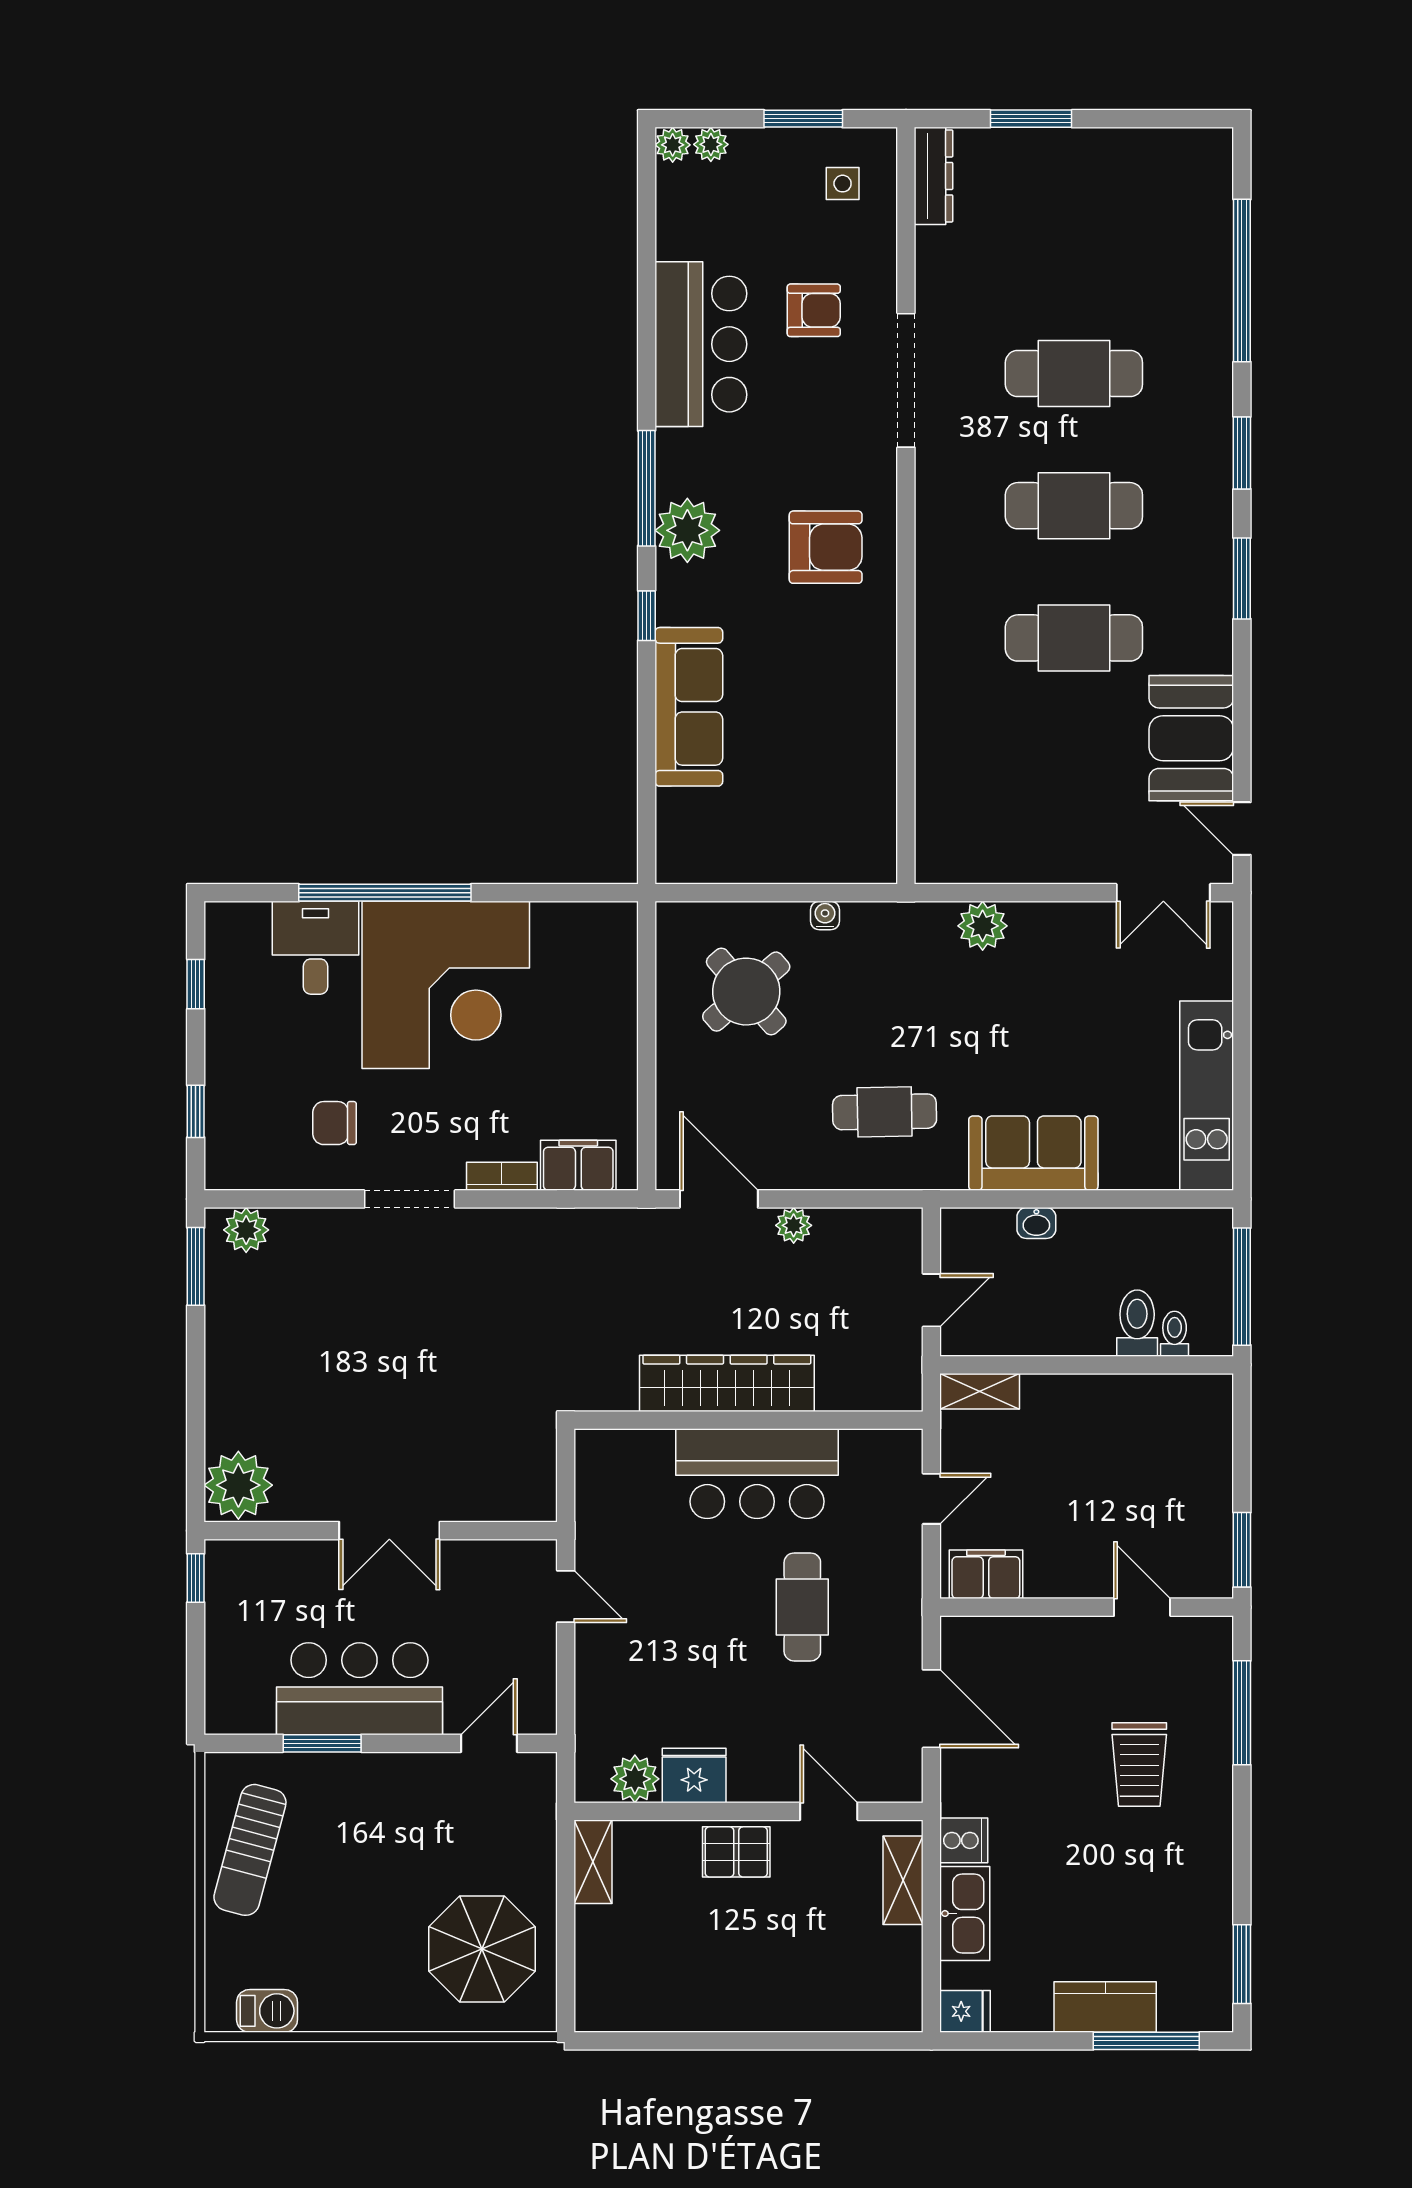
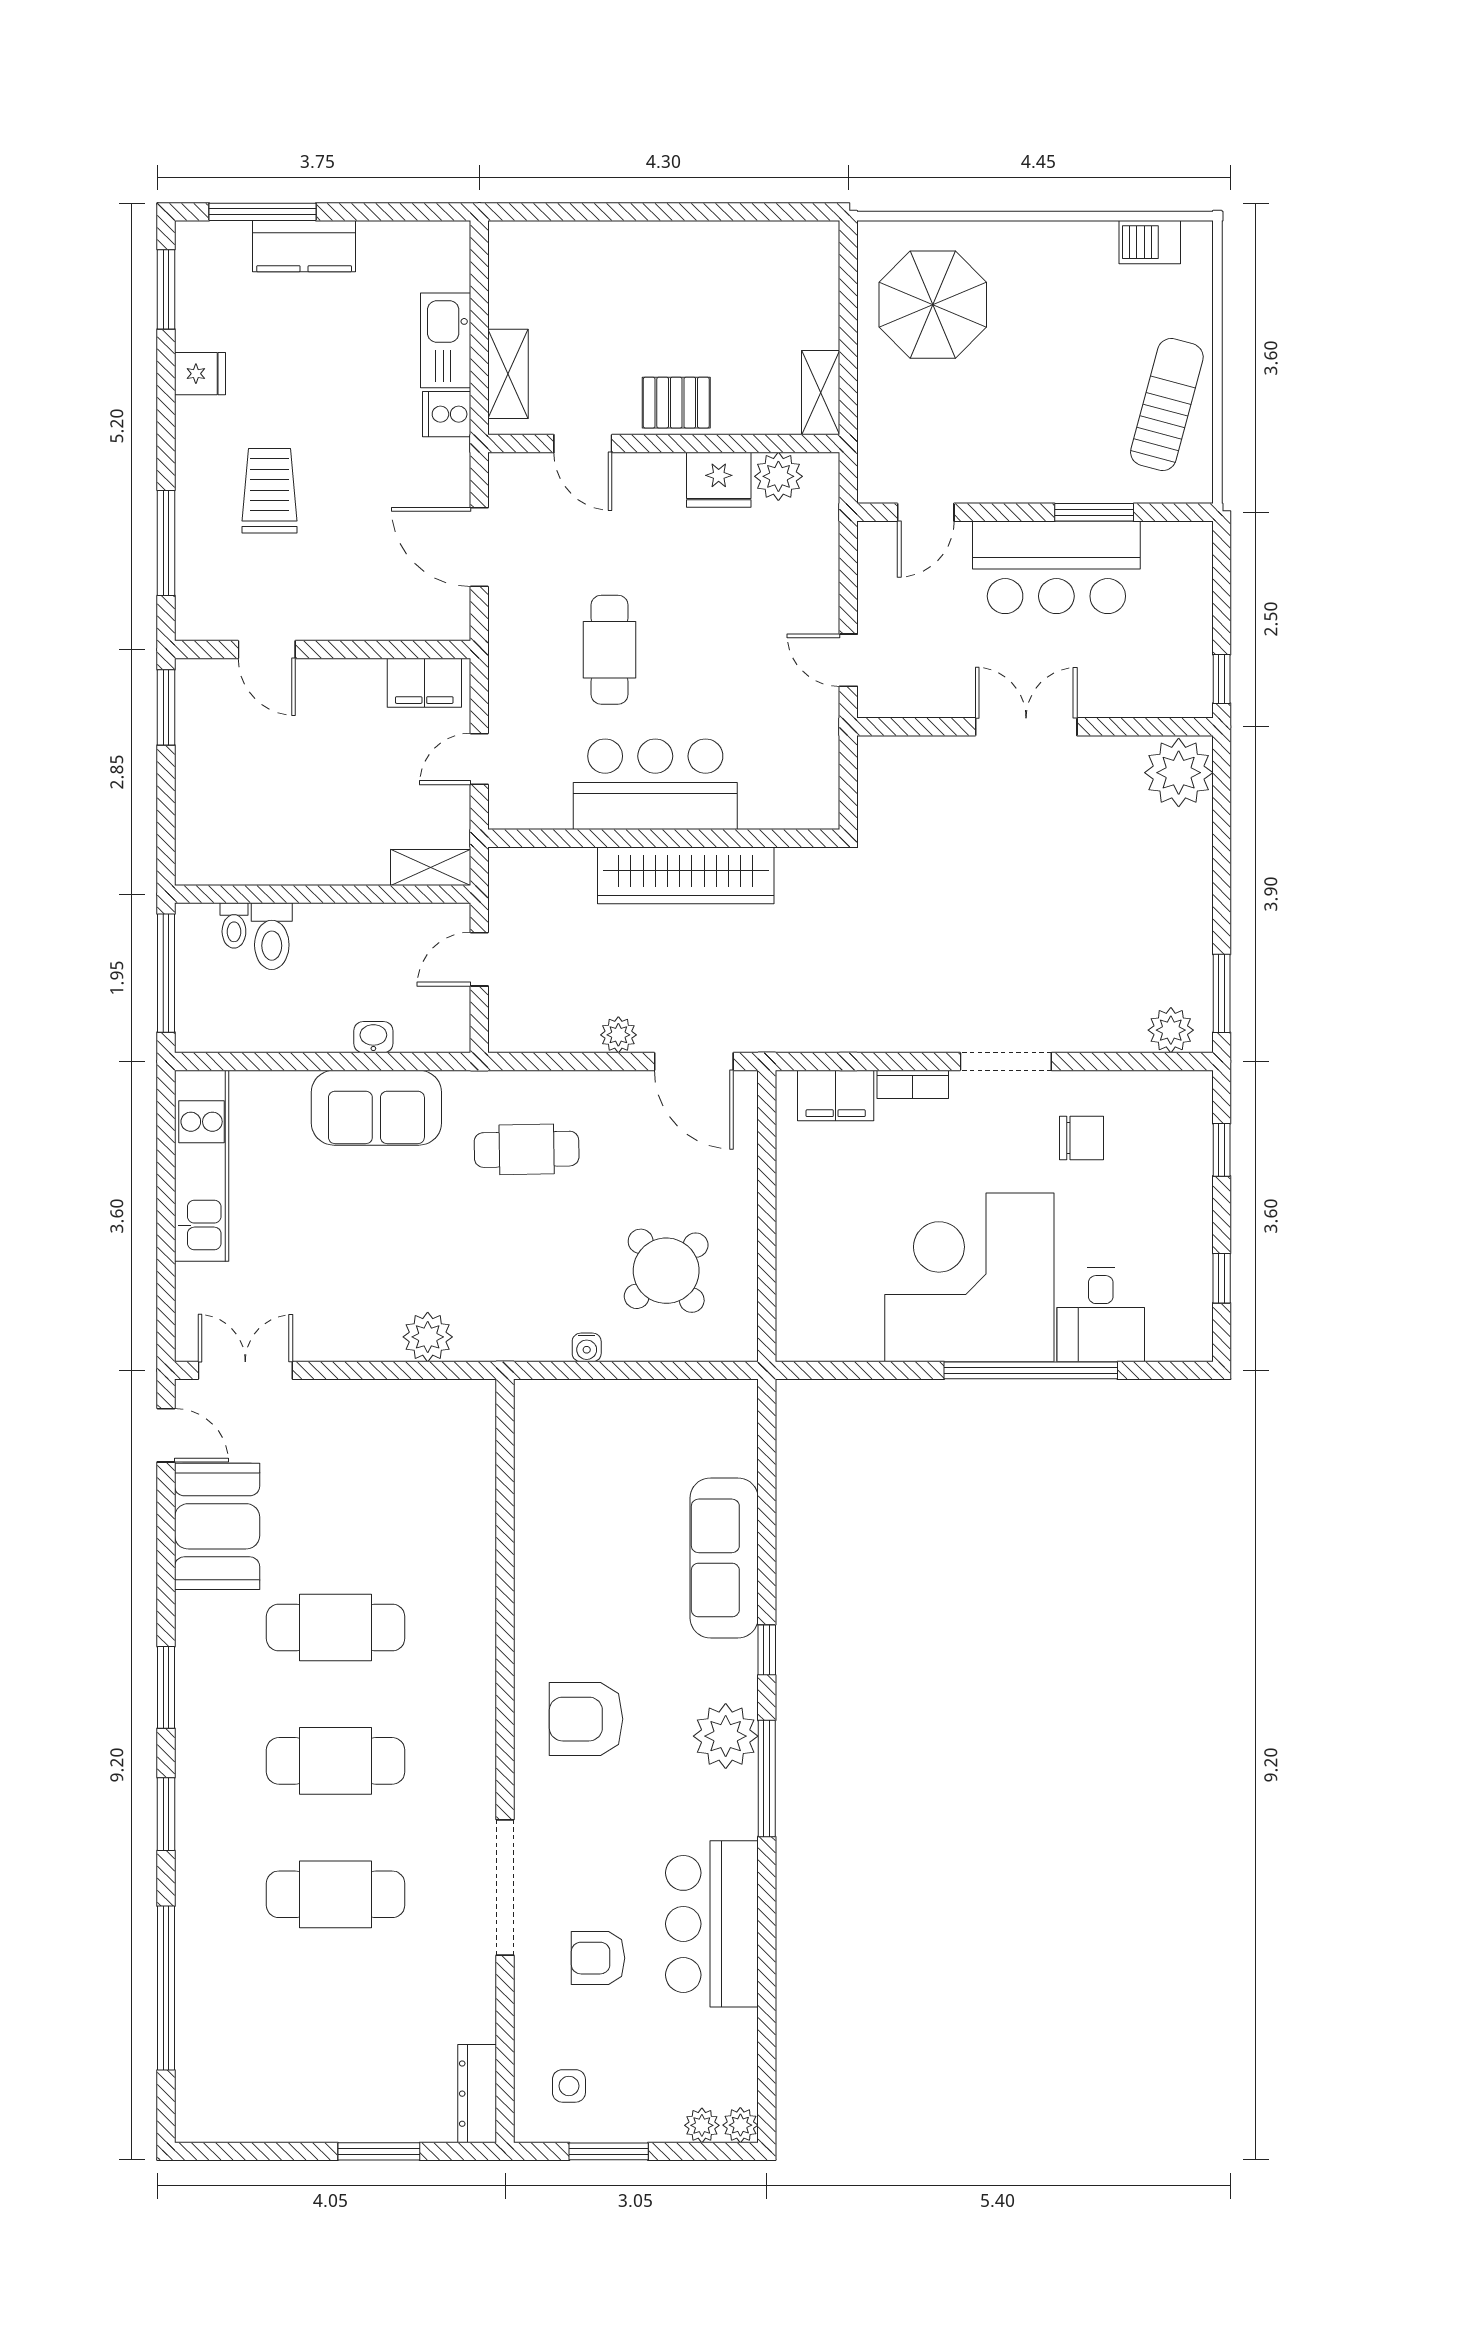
fridge: (965, 2011) -> (200, 374), moved, turned 180

